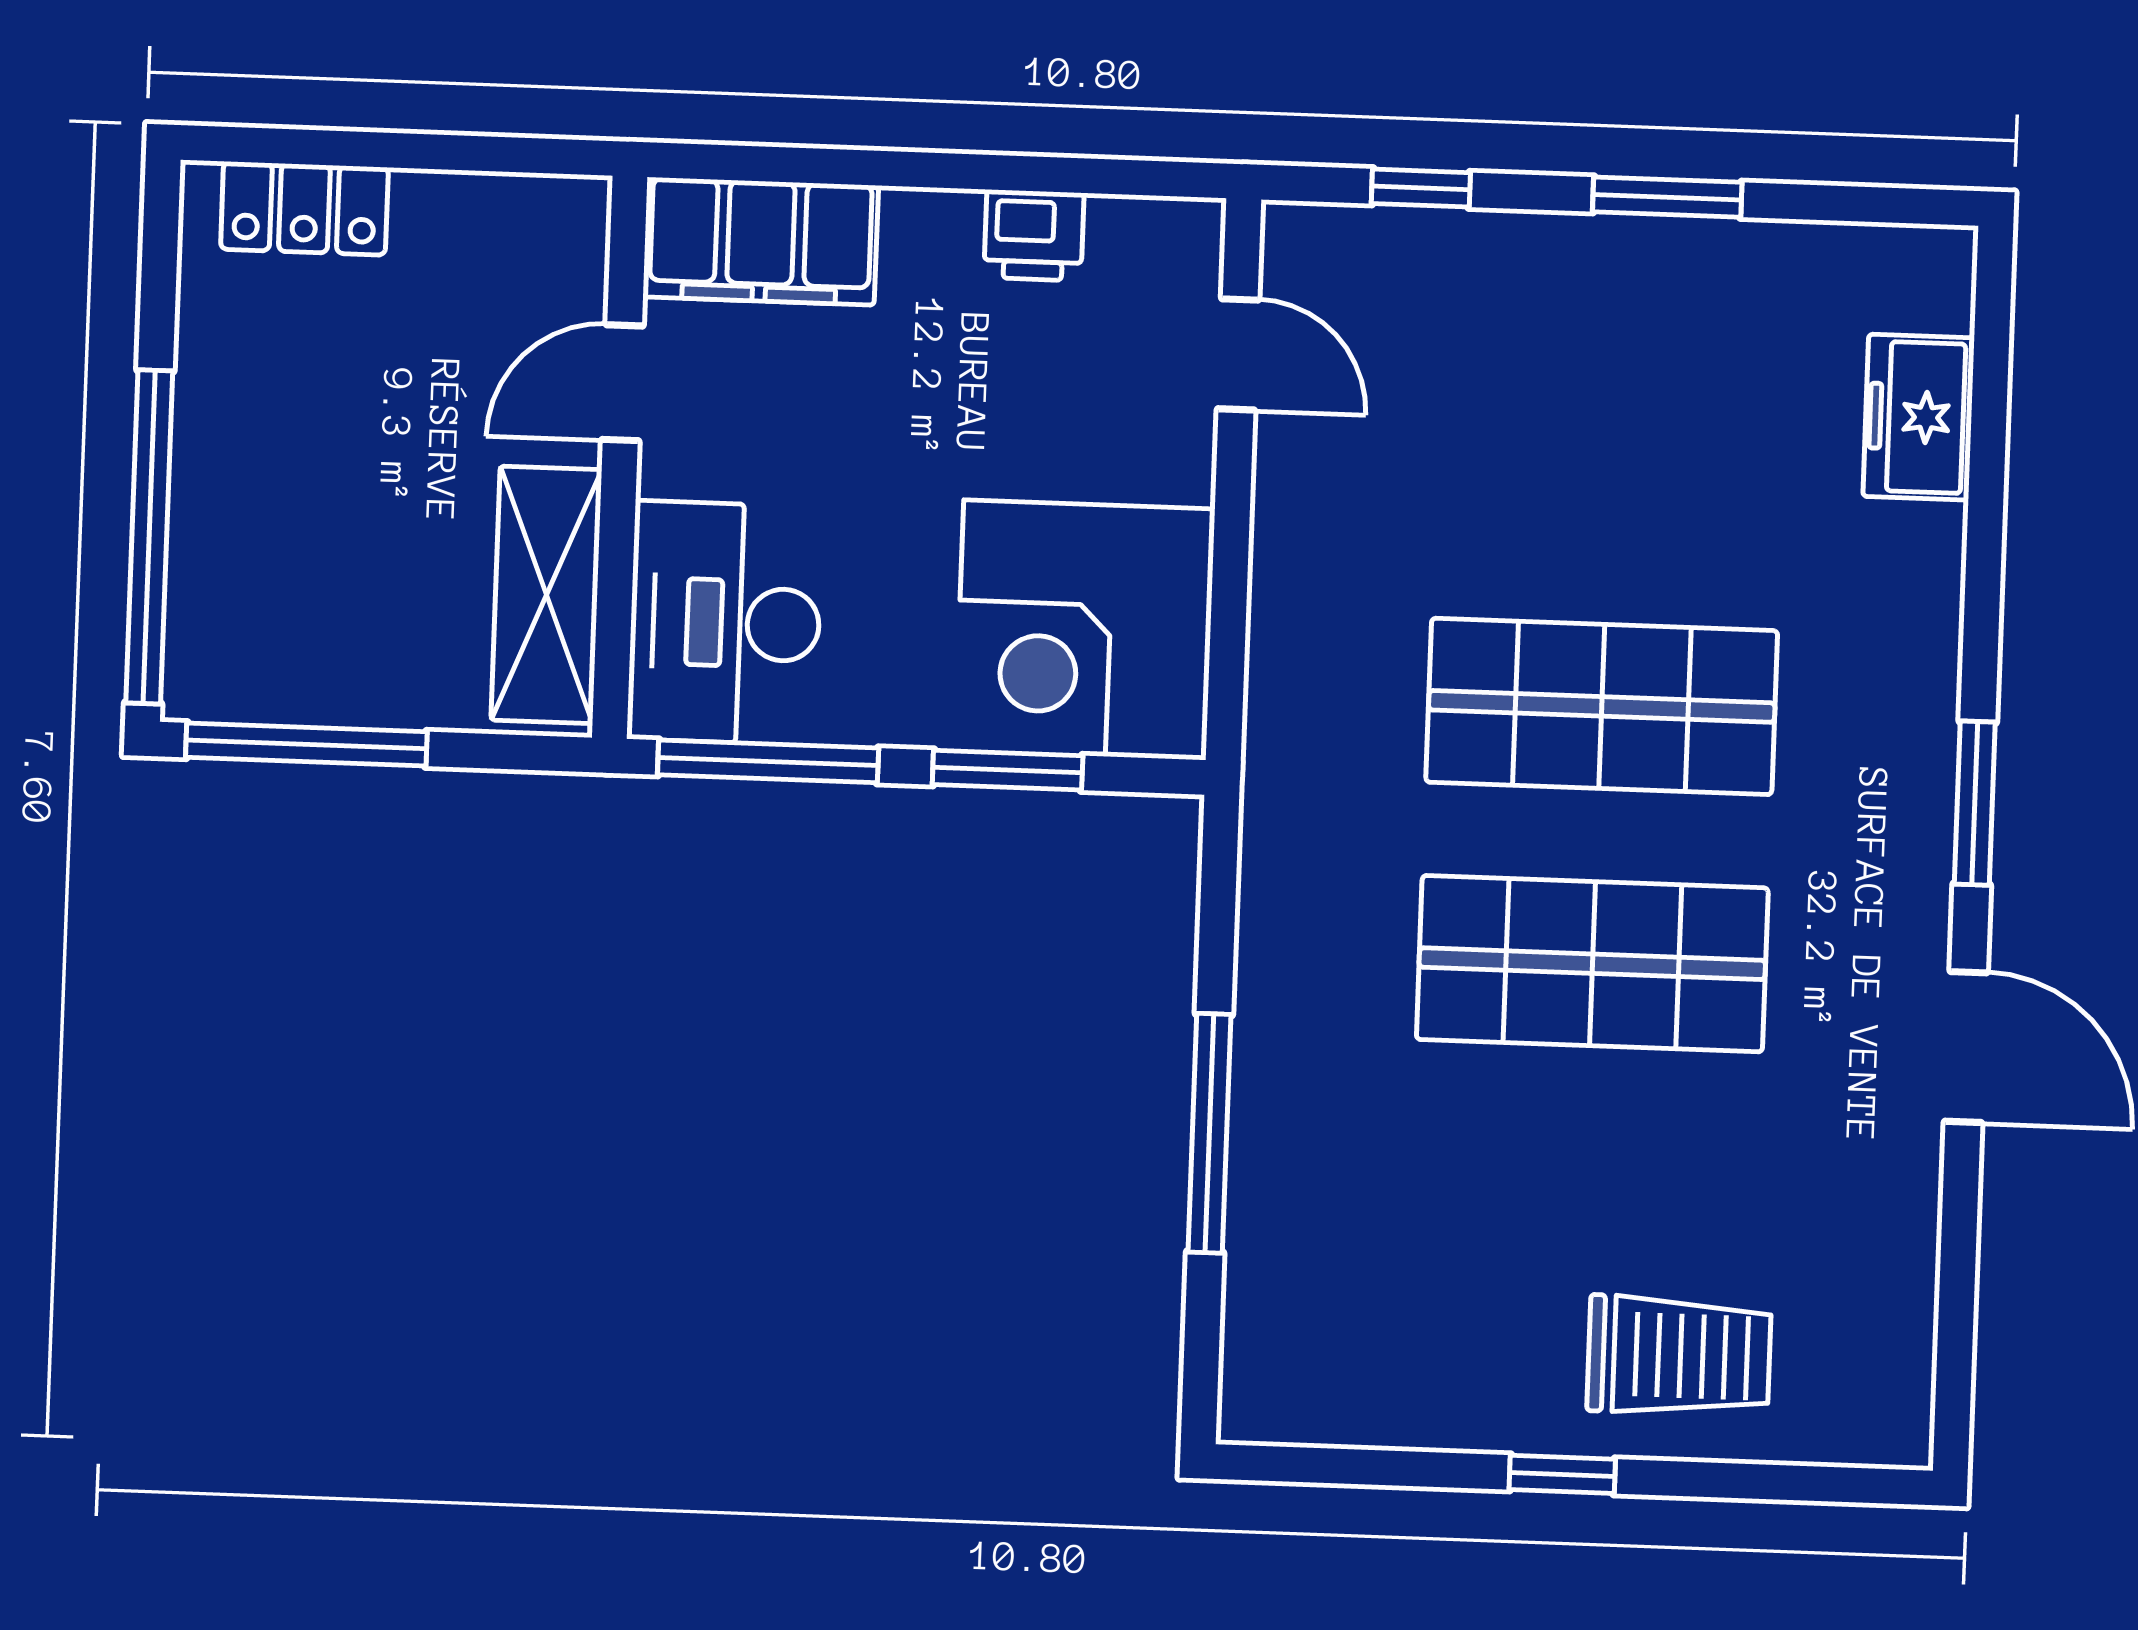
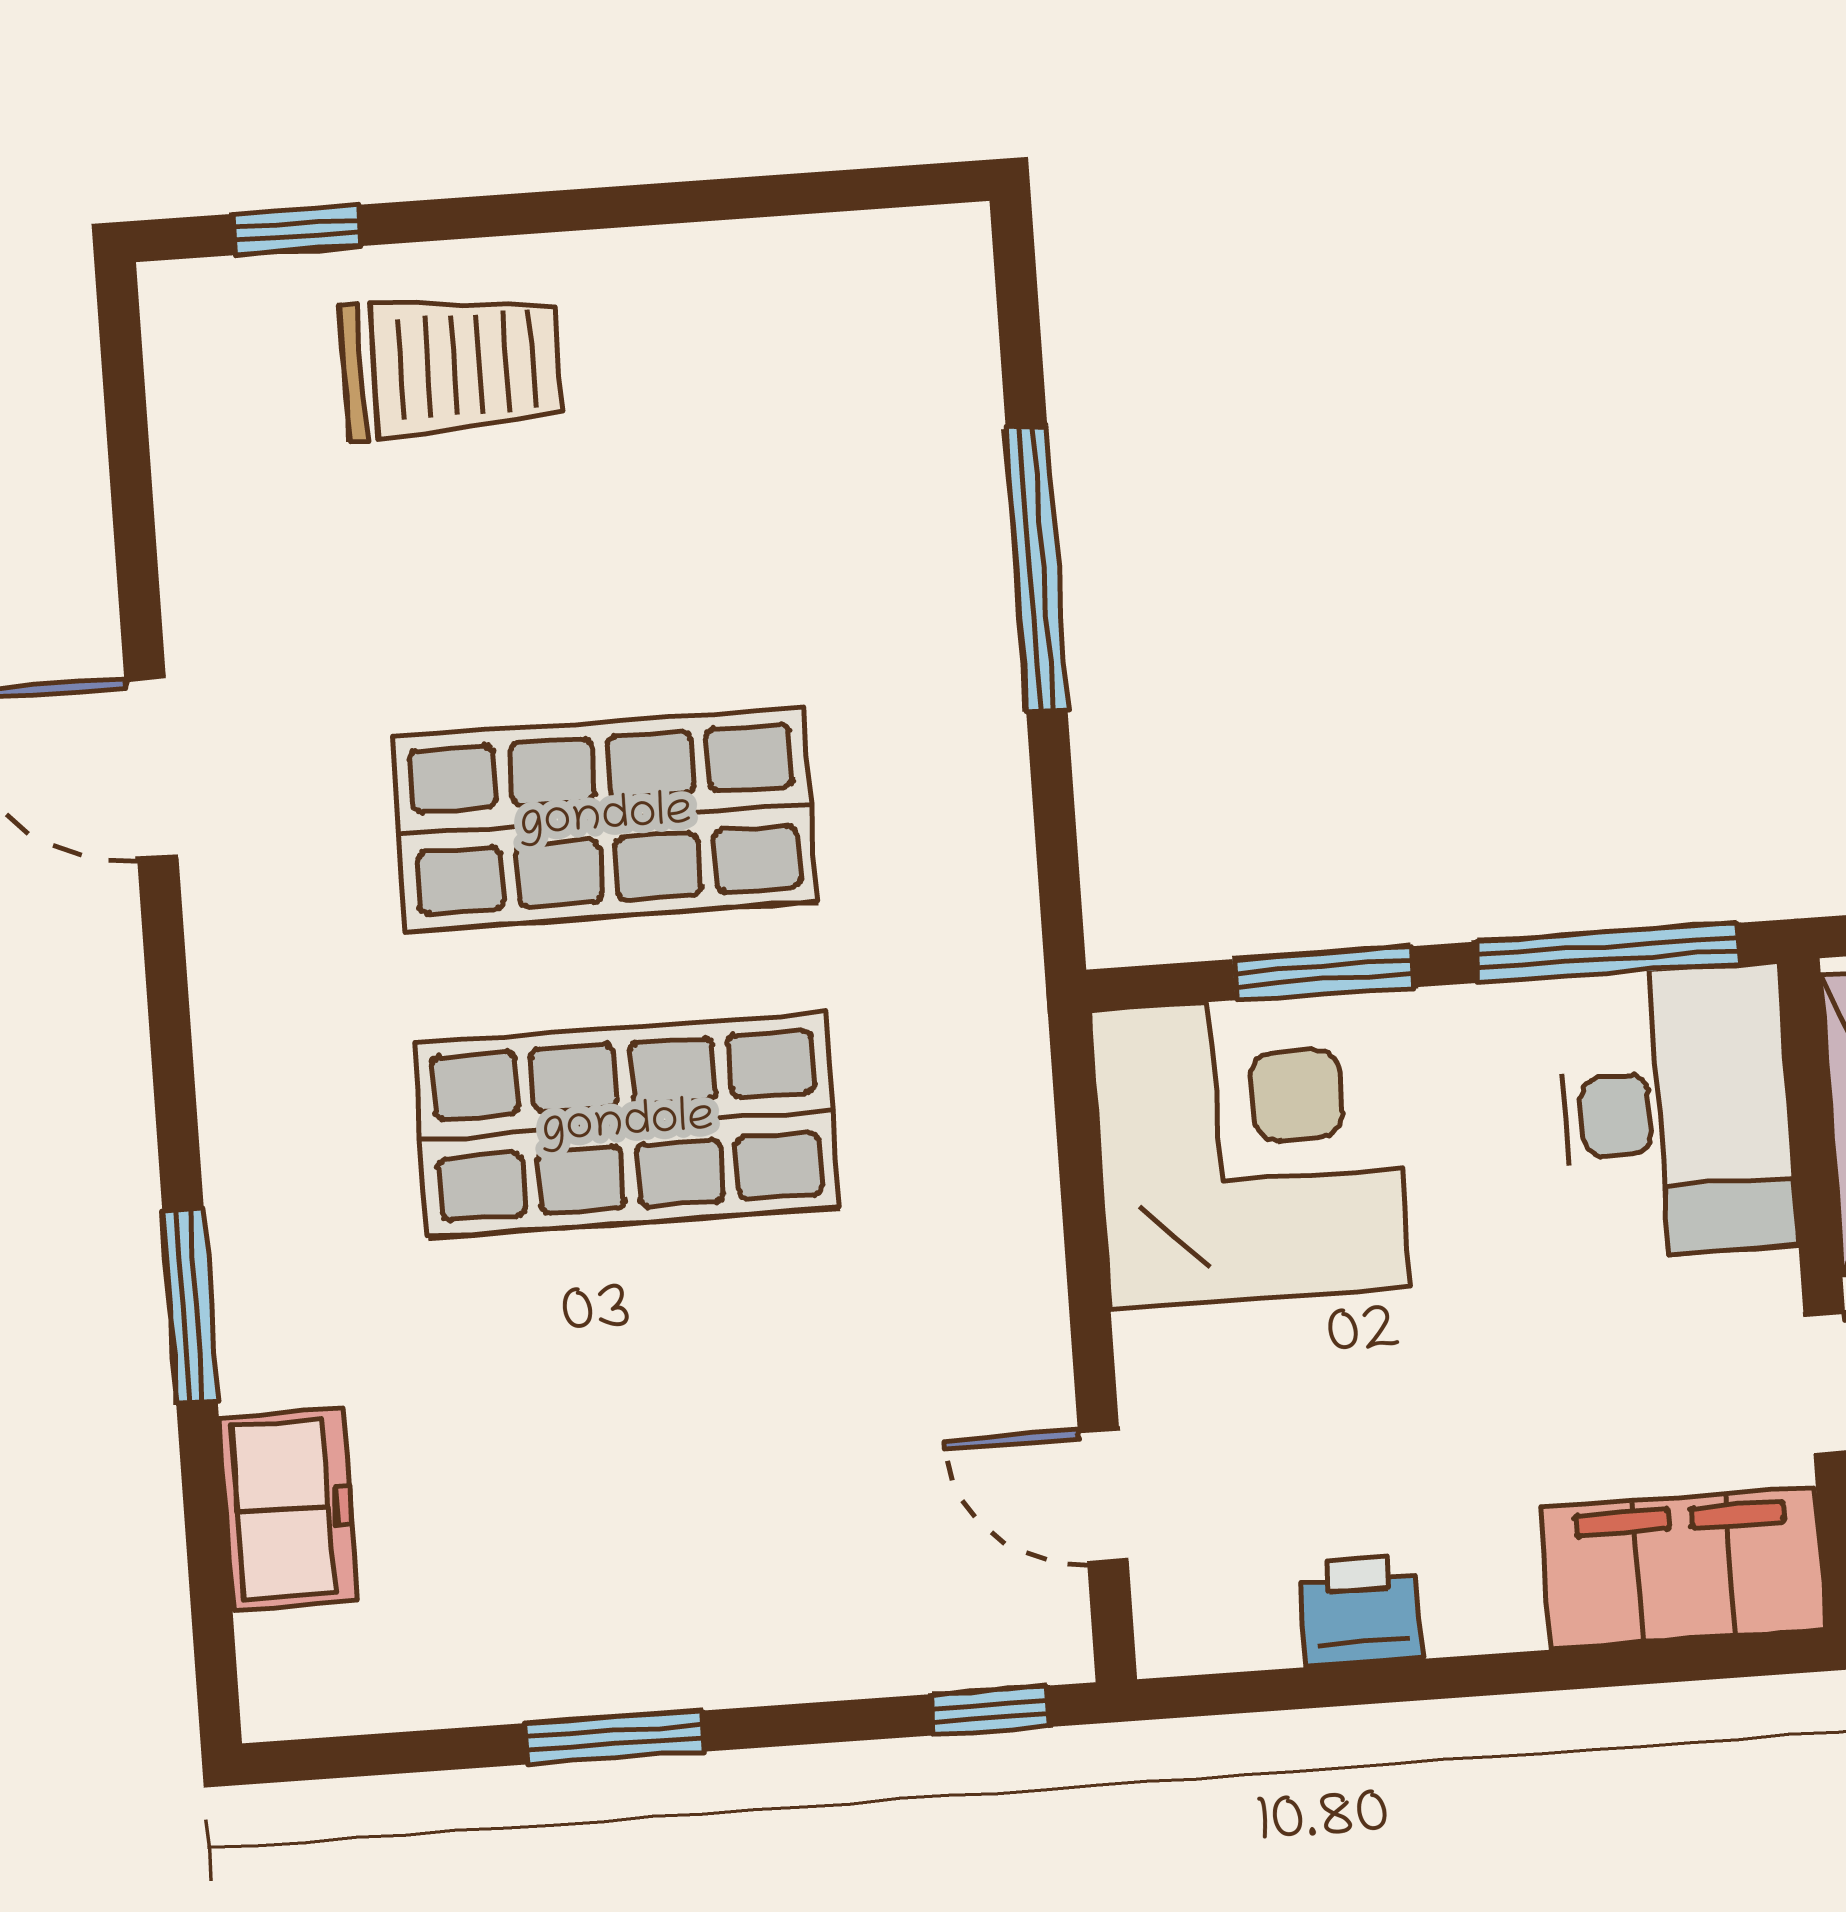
window: (1421, 188) -> (991, 1710), moved
window: (1975, 803) -> (190, 1306), moved
trolley: (1679, 1356) -> (451, 366), turned 180
window: (1562, 1474) -> (296, 230), moved

